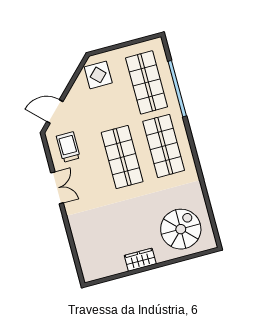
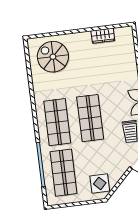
spiral stairs: (181, 229) -> (53, 57), turned 90
wardrobe: (140, 260) -> (103, 36), moved

